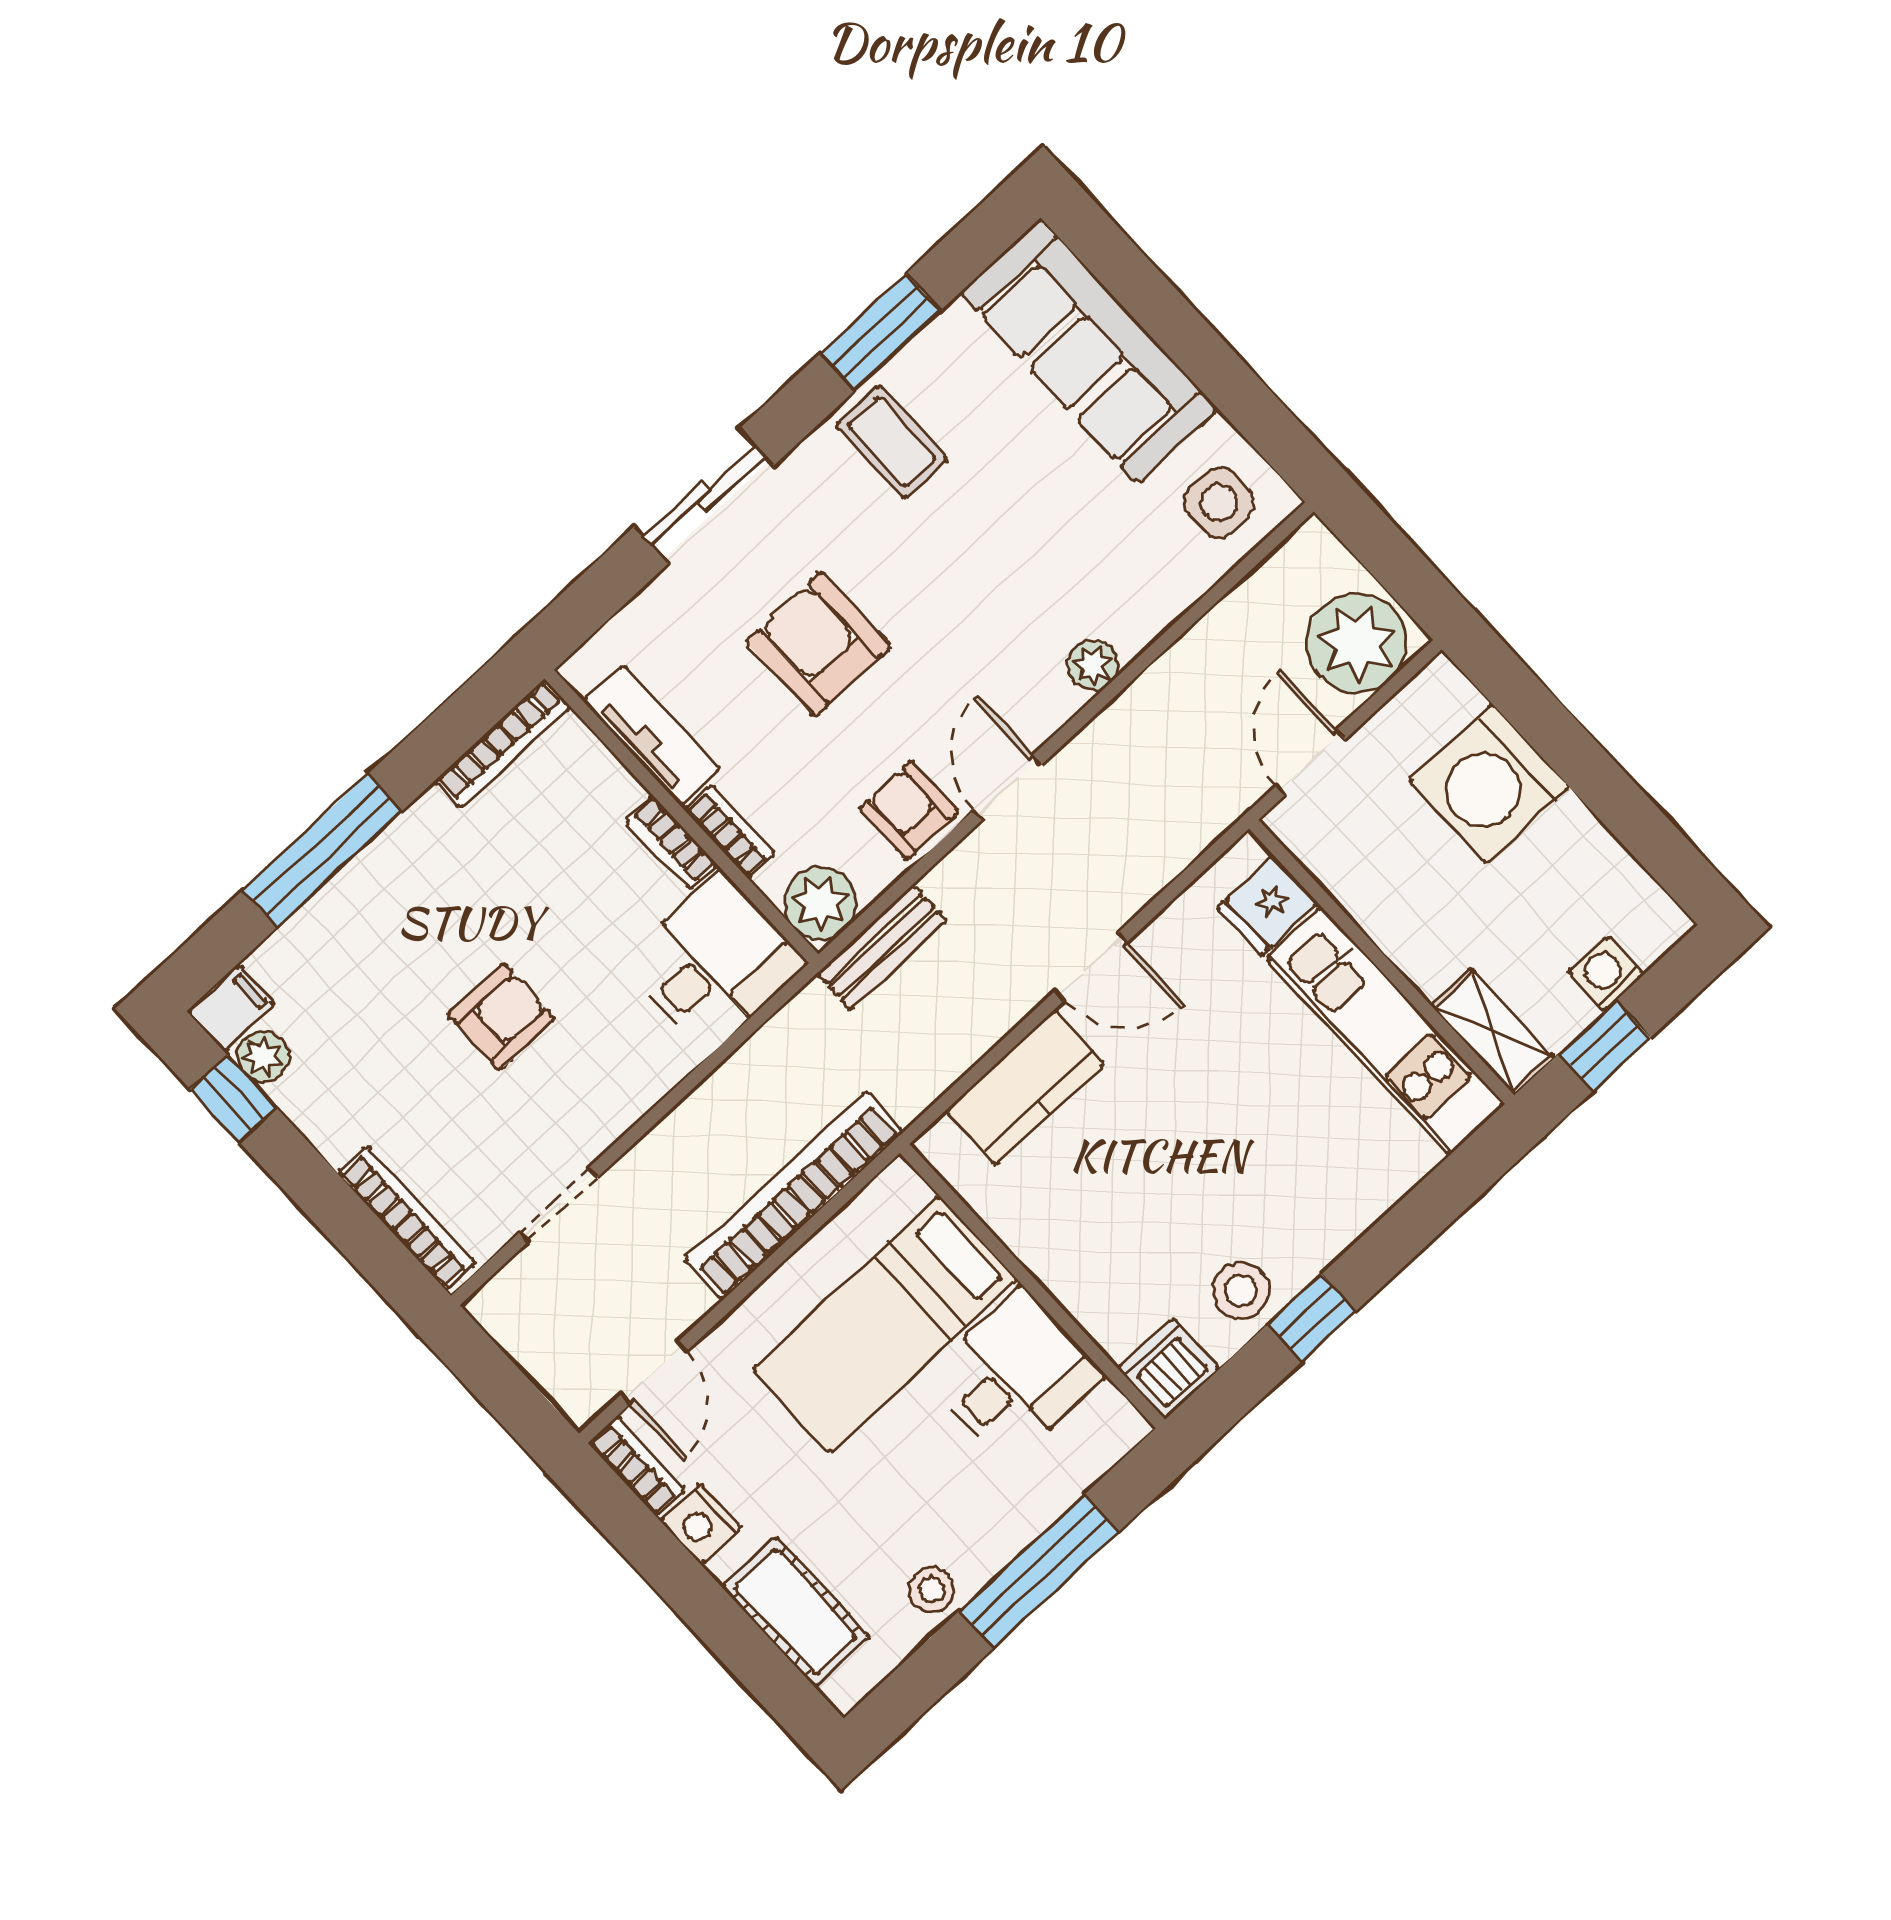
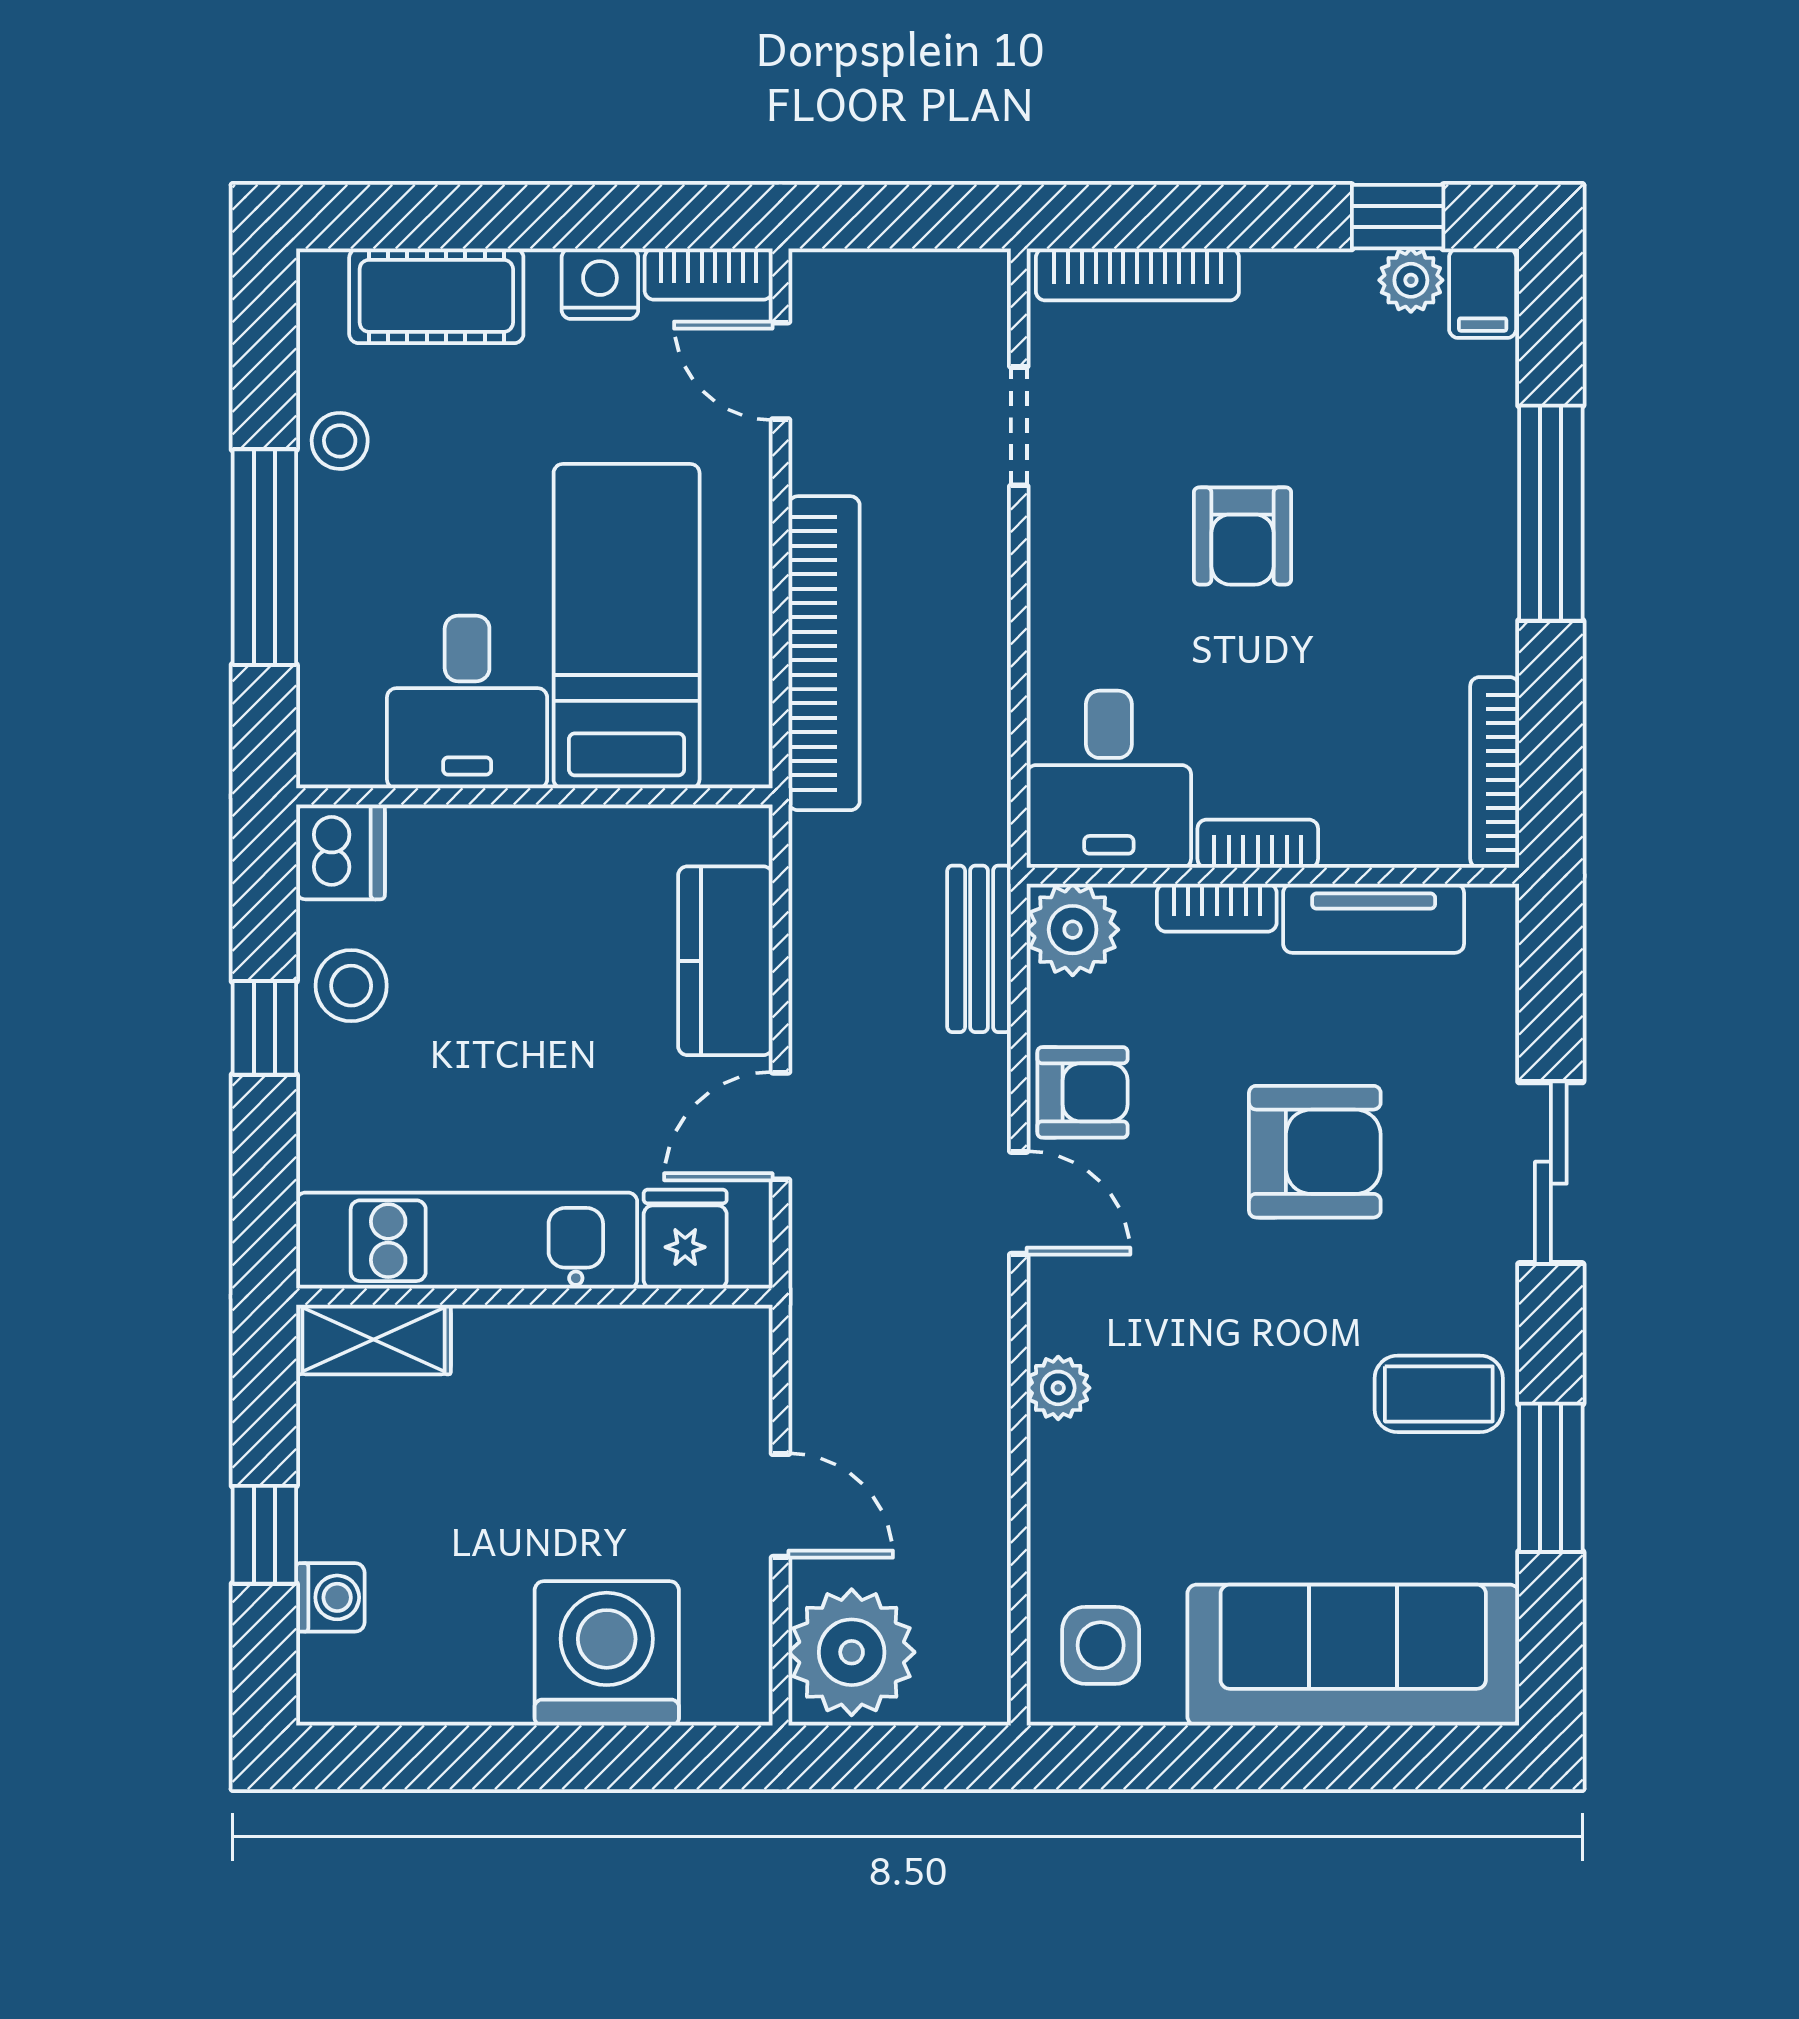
fridge: (1267, 906) -> (685, 1239), moved
wall: (1382, 962) -> (534, 1297), moved
kitchen unit: (1386, 1031) -> (467, 1241), moved
shelving: (1493, 1032) -> (373, 1339), moved

